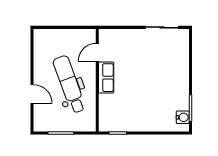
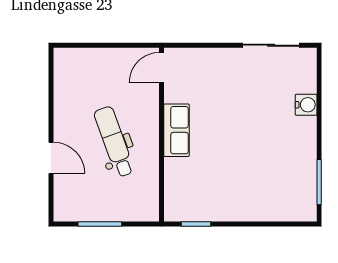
door: (97, 52) -> (162, 68), moved
dental chair: (69, 84) -> (114, 142), width x0.73, depth x0.72
water cooler: (183, 117) -> (306, 105), moved

